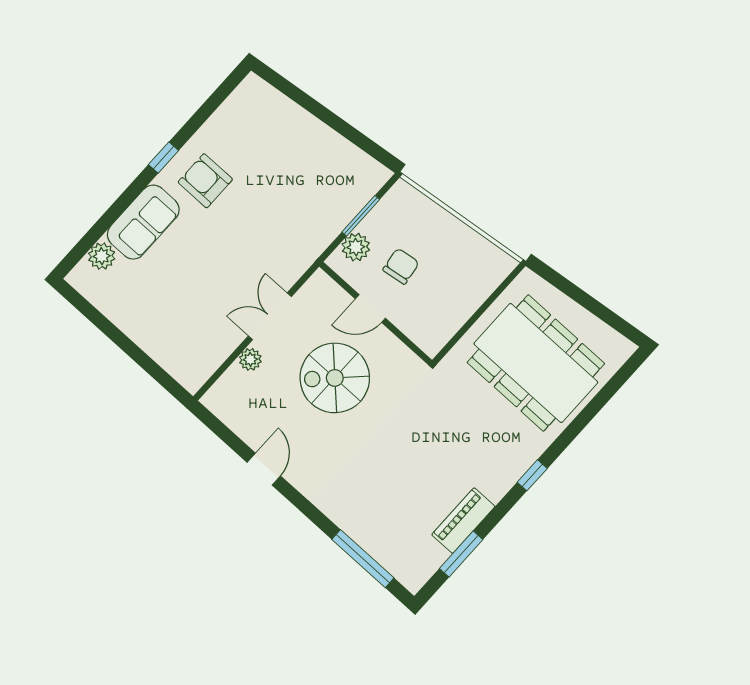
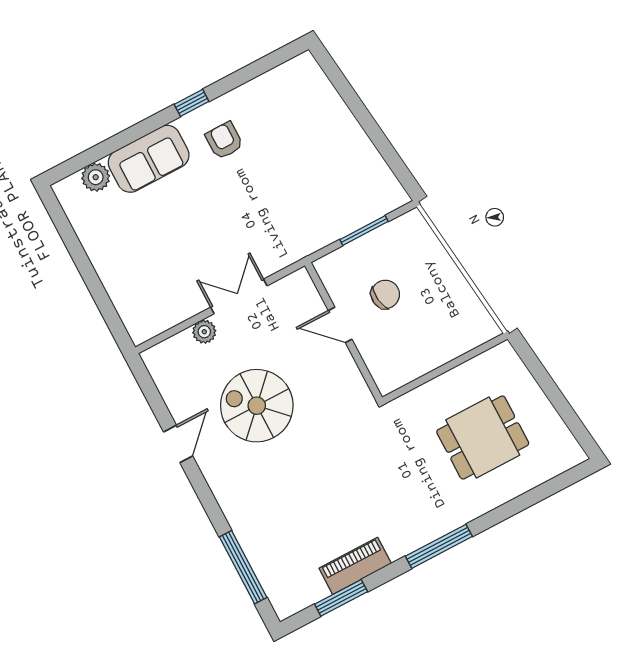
armchair: (205, 181) -> (224, 141), width x0.72, depth x0.72
plant: (356, 247) -> (348, 259), removed
dining table: (536, 363) -> (483, 438), width x0.53, depth x0.80
spiral stairs: (335, 378) -> (257, 406), moved
window: (532, 475) -> (439, 546), width x2.17

